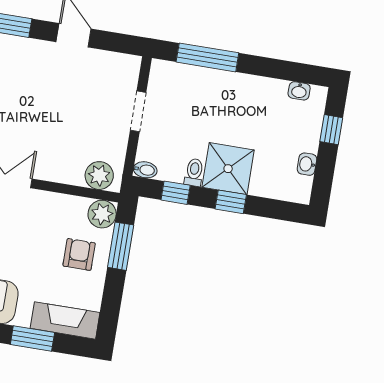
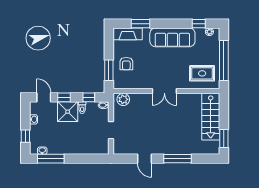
window: (207, 57) -> (51, 159), moved
door: (276, 209) -> (44, 97), added
plant: (102, 214) -> (119, 83), removed

